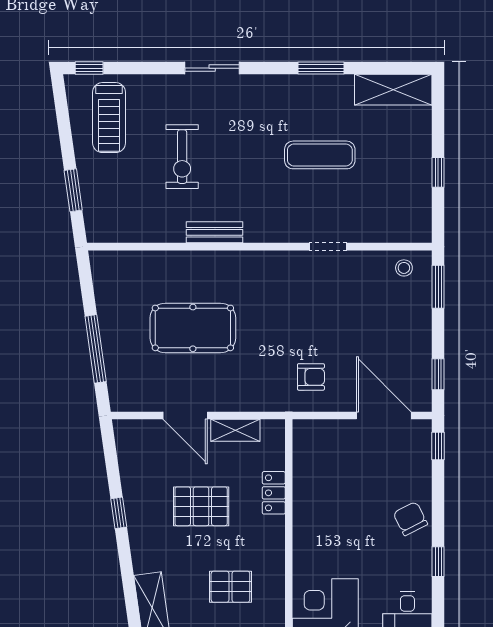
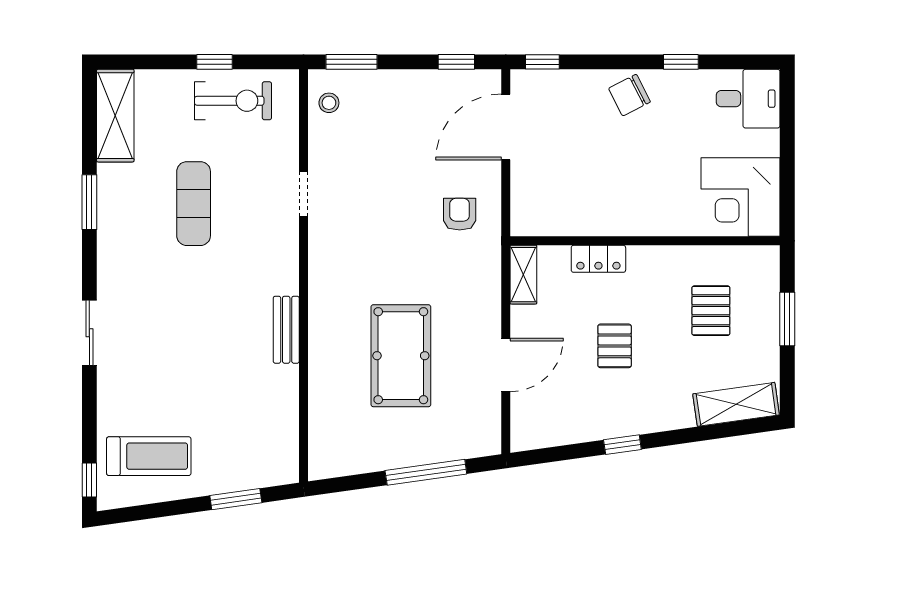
exercise bike: (182, 157) -> (233, 101), moved
shelving: (235, 430) -> (523, 275), moved
pallet: (201, 506) -> (615, 346), width x0.67, depth x0.71

